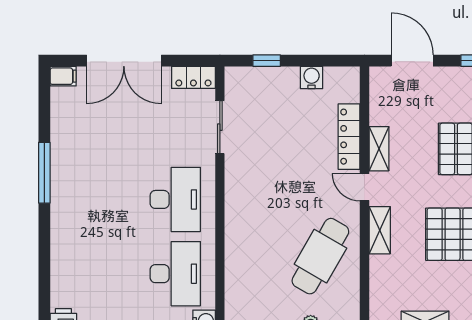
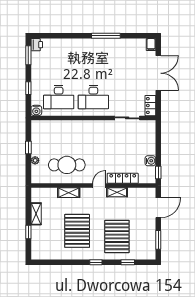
double door: (124, 61) -> (158, 73), swing flipped
window: (267, 61) -> (158, 172), moved
shelving: (380, 230) -> (69, 193), moved
cafe table: (320, 256) -> (67, 165), turned -30

